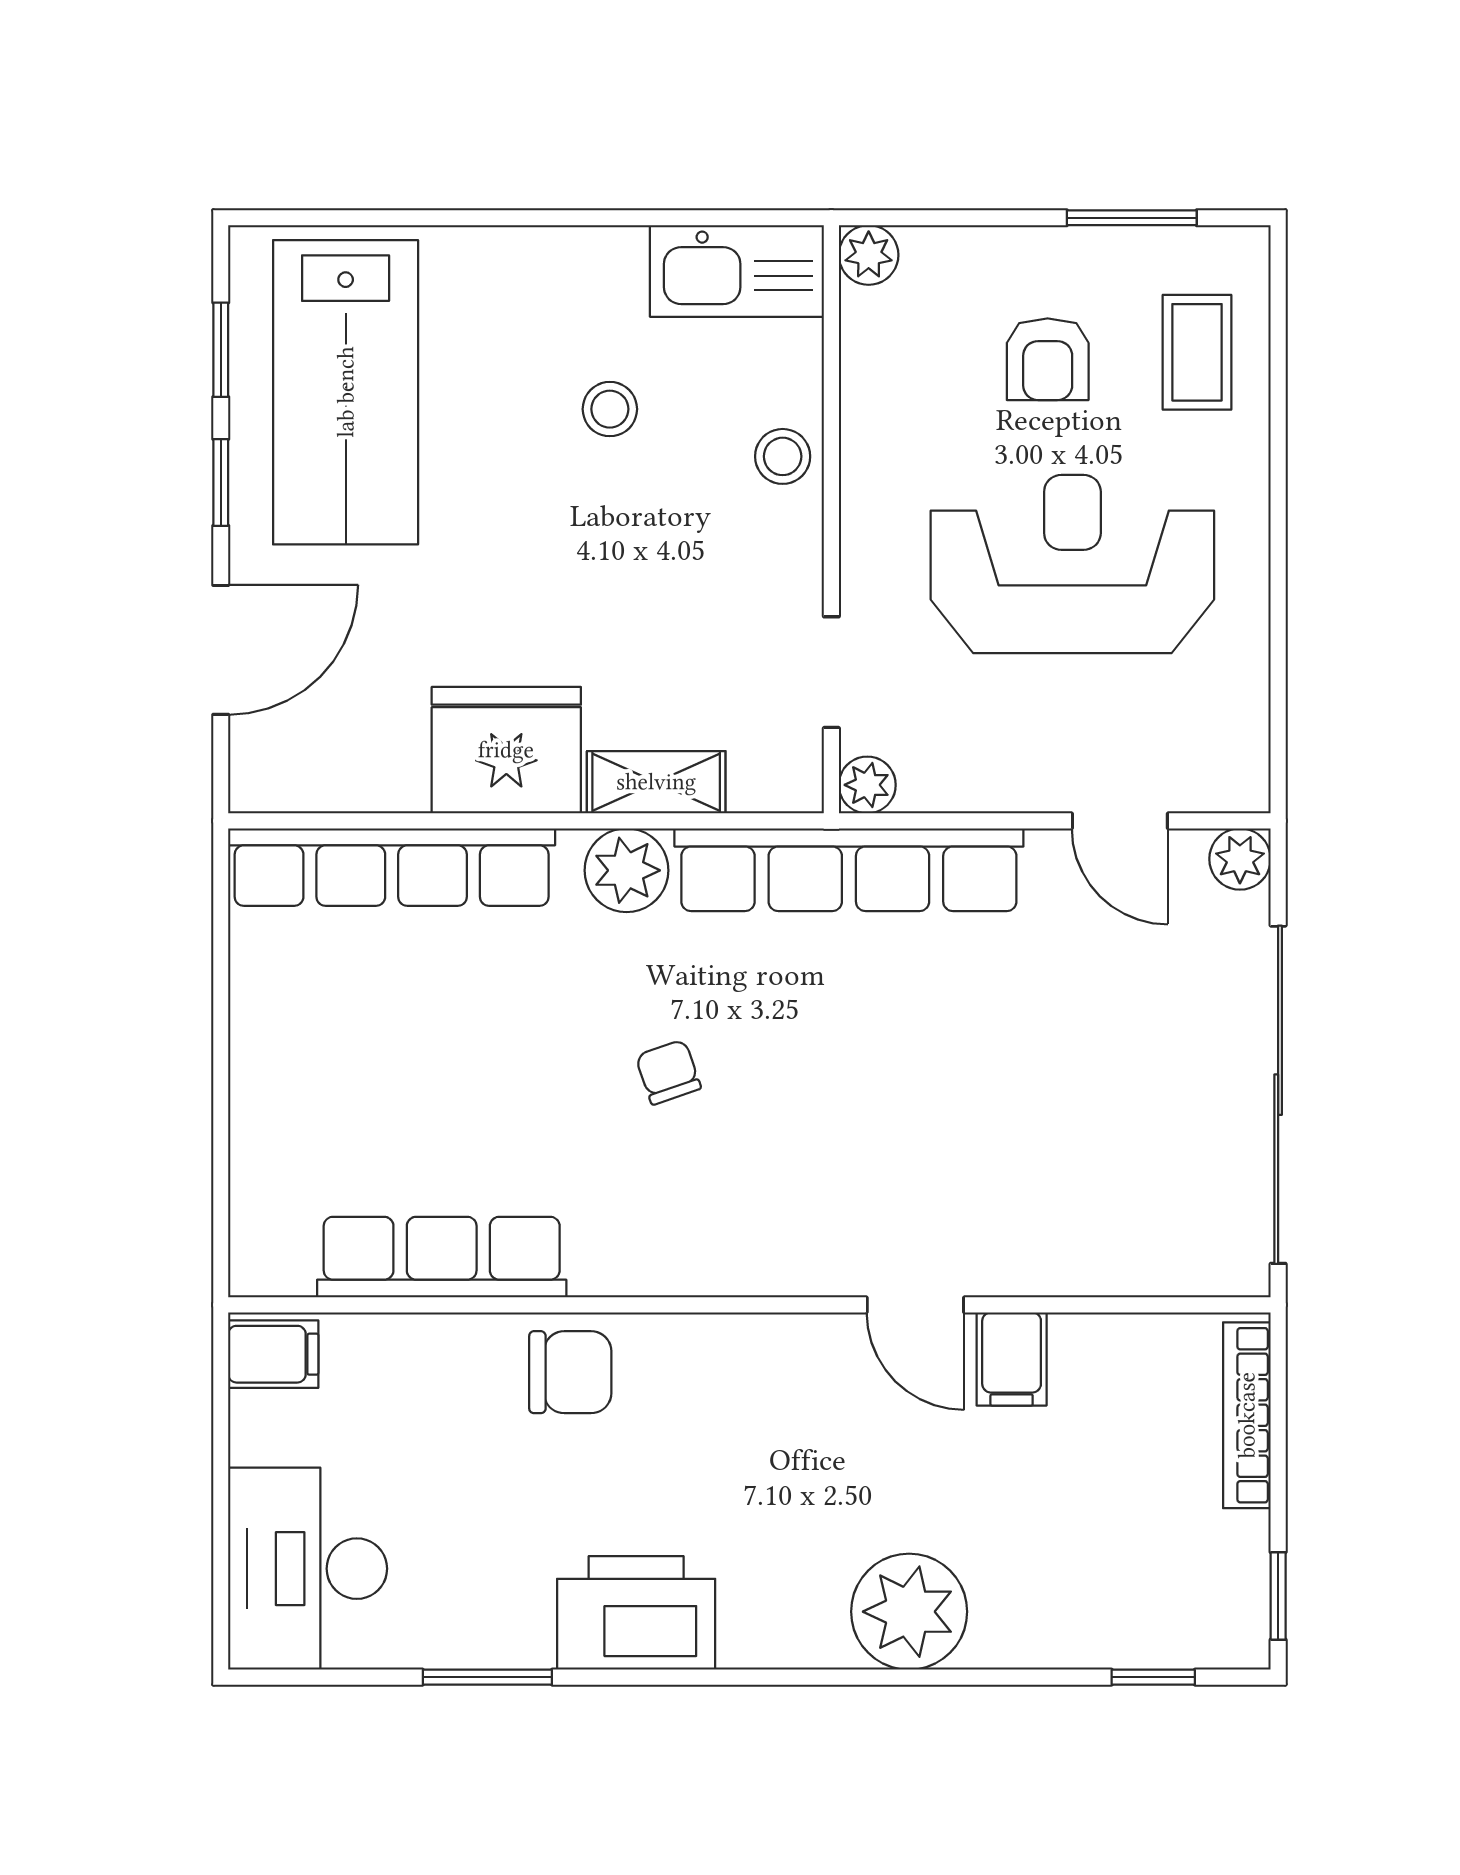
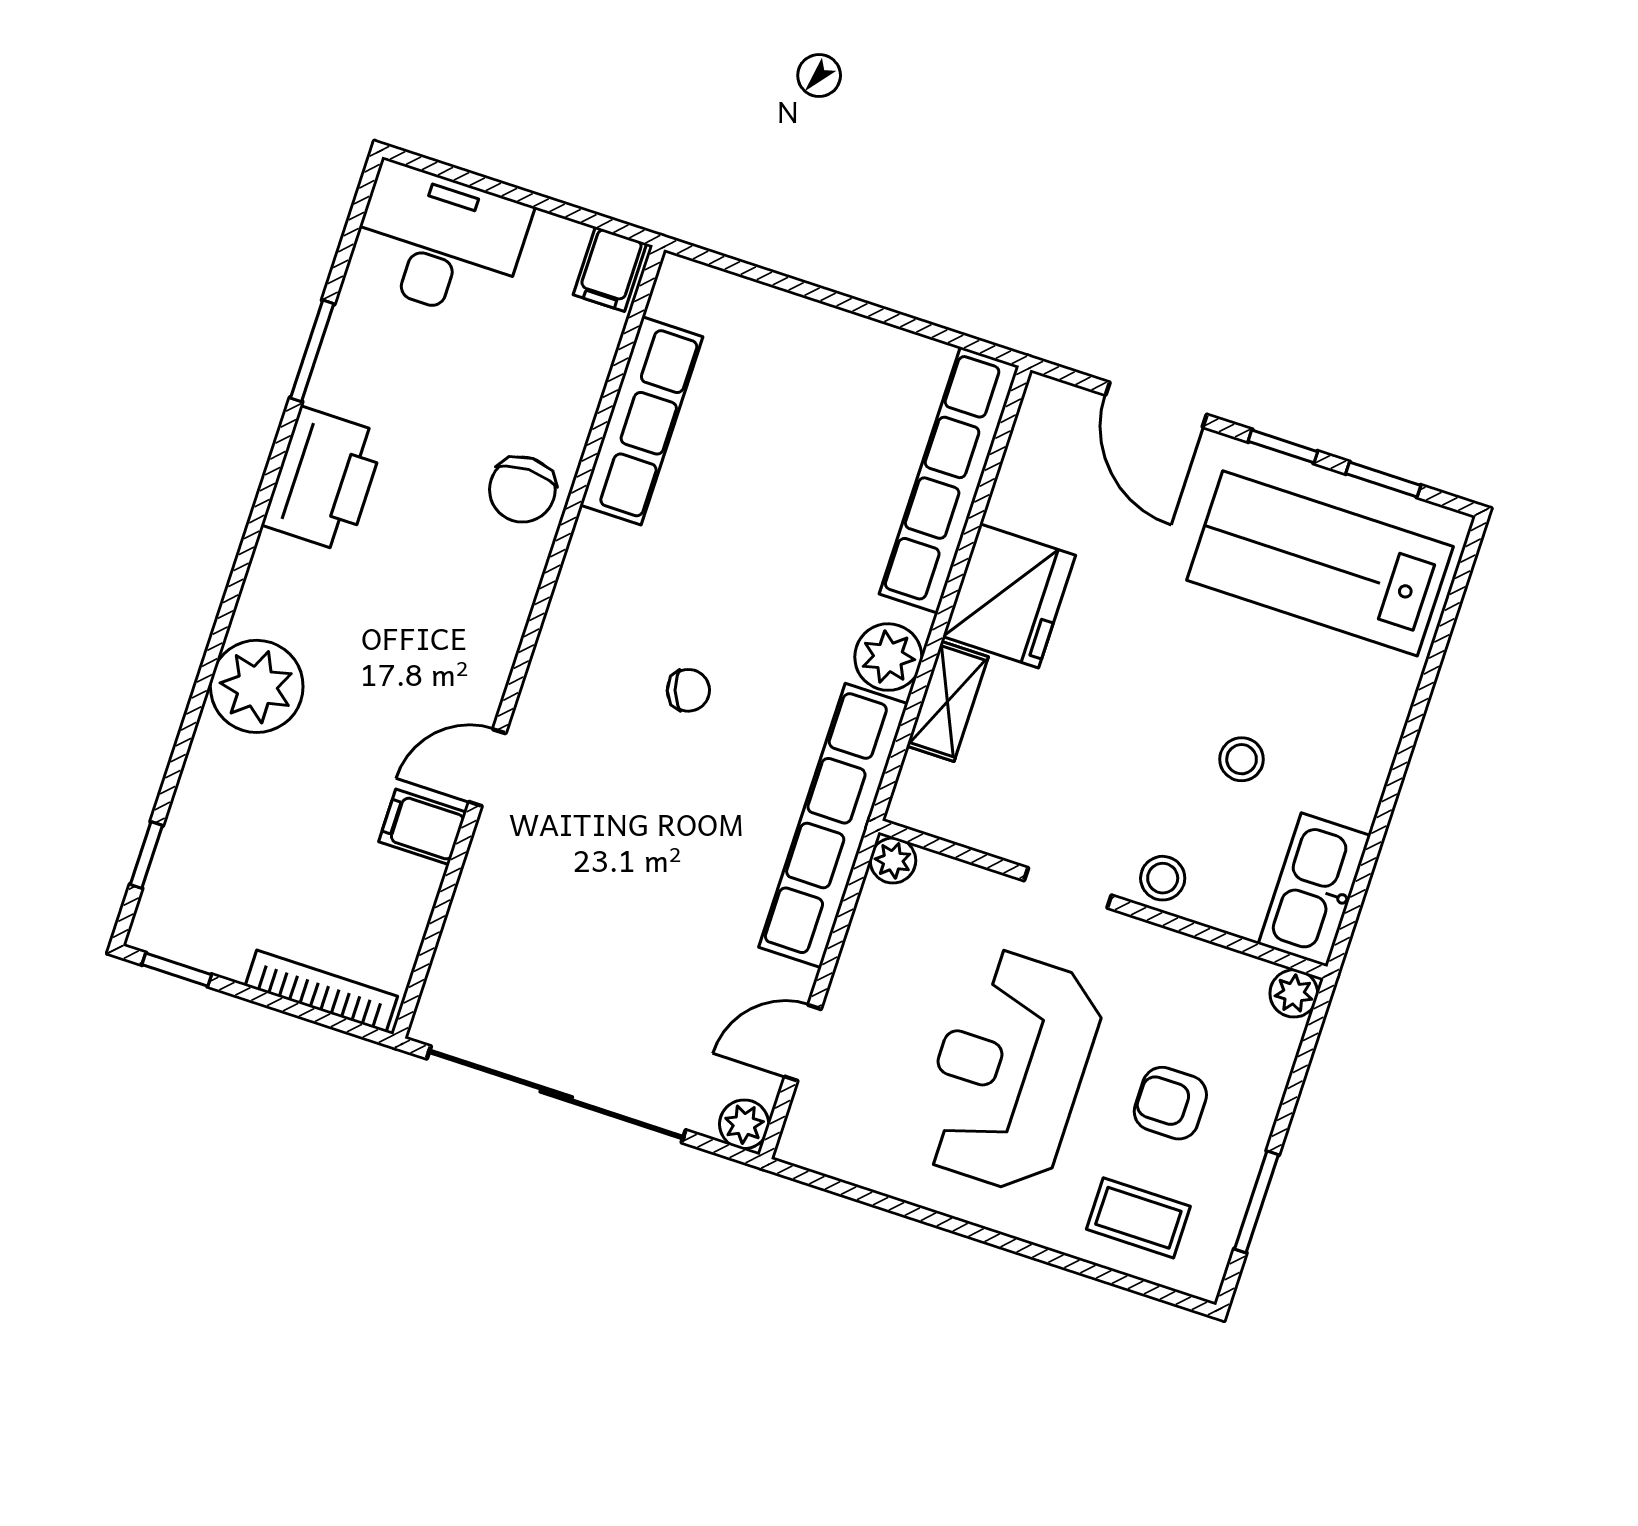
reception desk: (1072, 564) -> (1009, 1071), turned 180
doorway: (831, 672) -> (1068, 888), moved
chair: (668, 1072) -> (688, 690), moved

